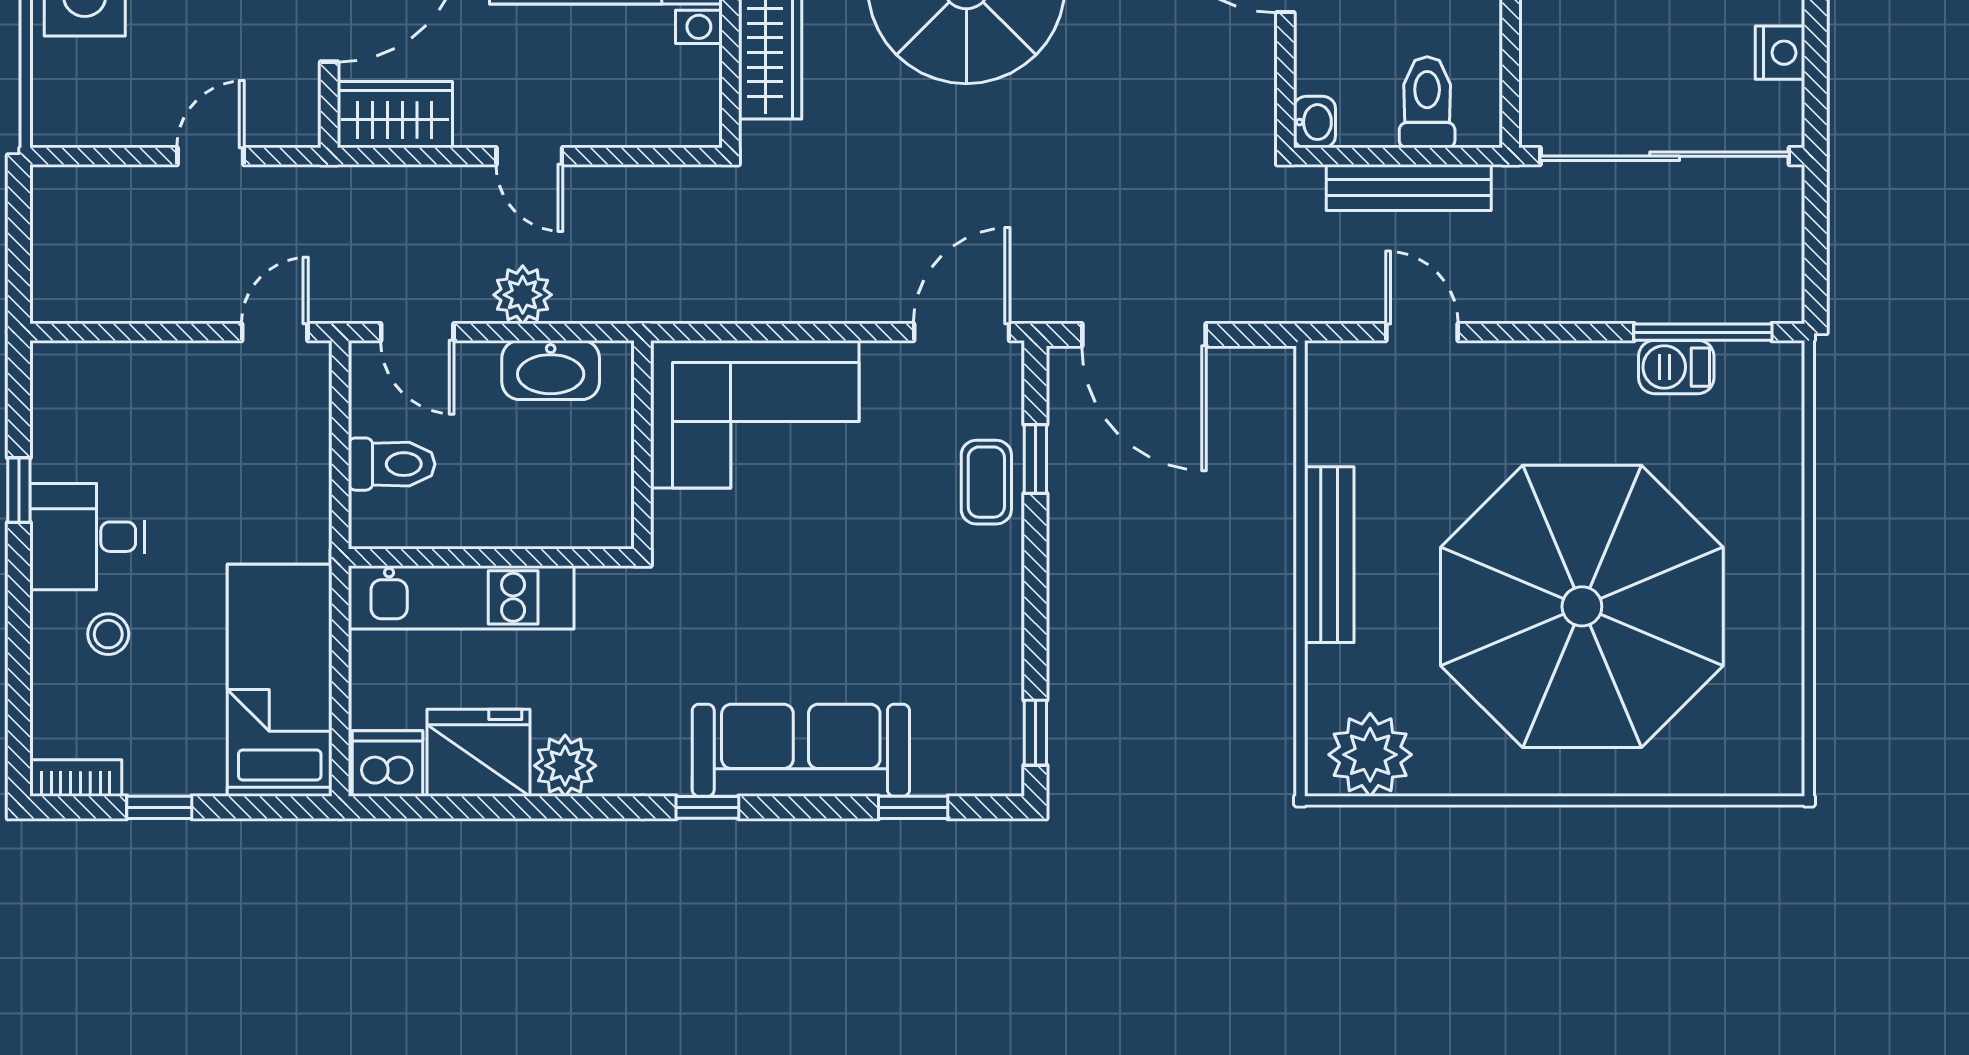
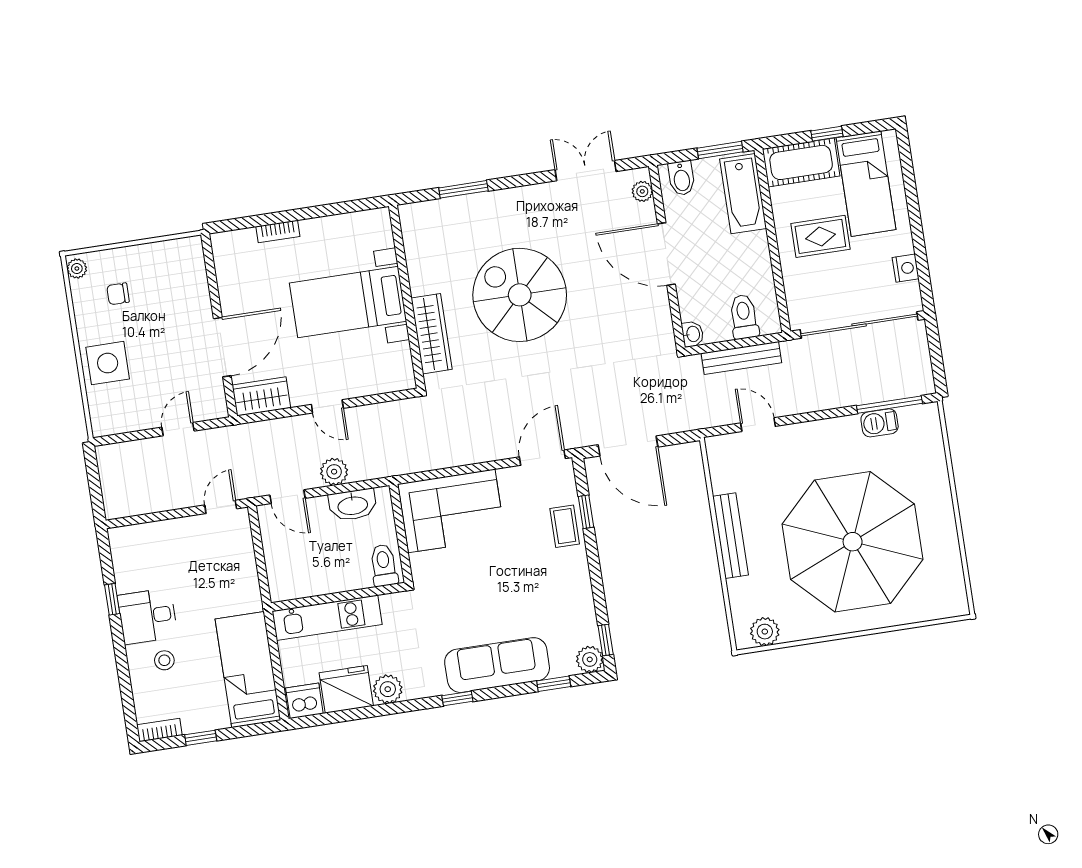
toilet: (392, 464) -> (384, 565), moved, turned -90
plant: (1370, 755) -> (765, 632), width x0.73, depth x0.73
plant: (996, 768) -> (590, 659), added

